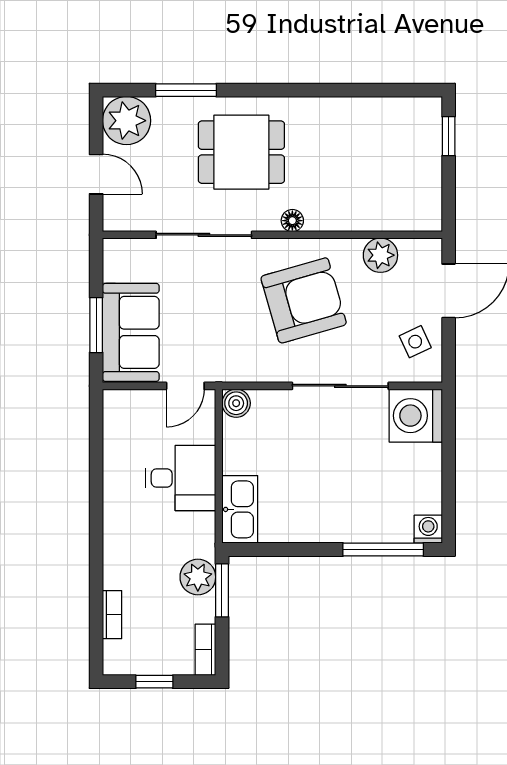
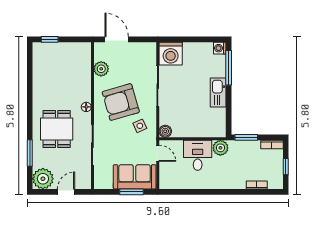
armchair: (304, 300) -> (121, 102), turned -90
side table: (415, 342) -> (140, 126), moved
kitchen sink: (240, 509) -> (218, 93), moved, turned -90
plant: (198, 577) -> (220, 148), moved

